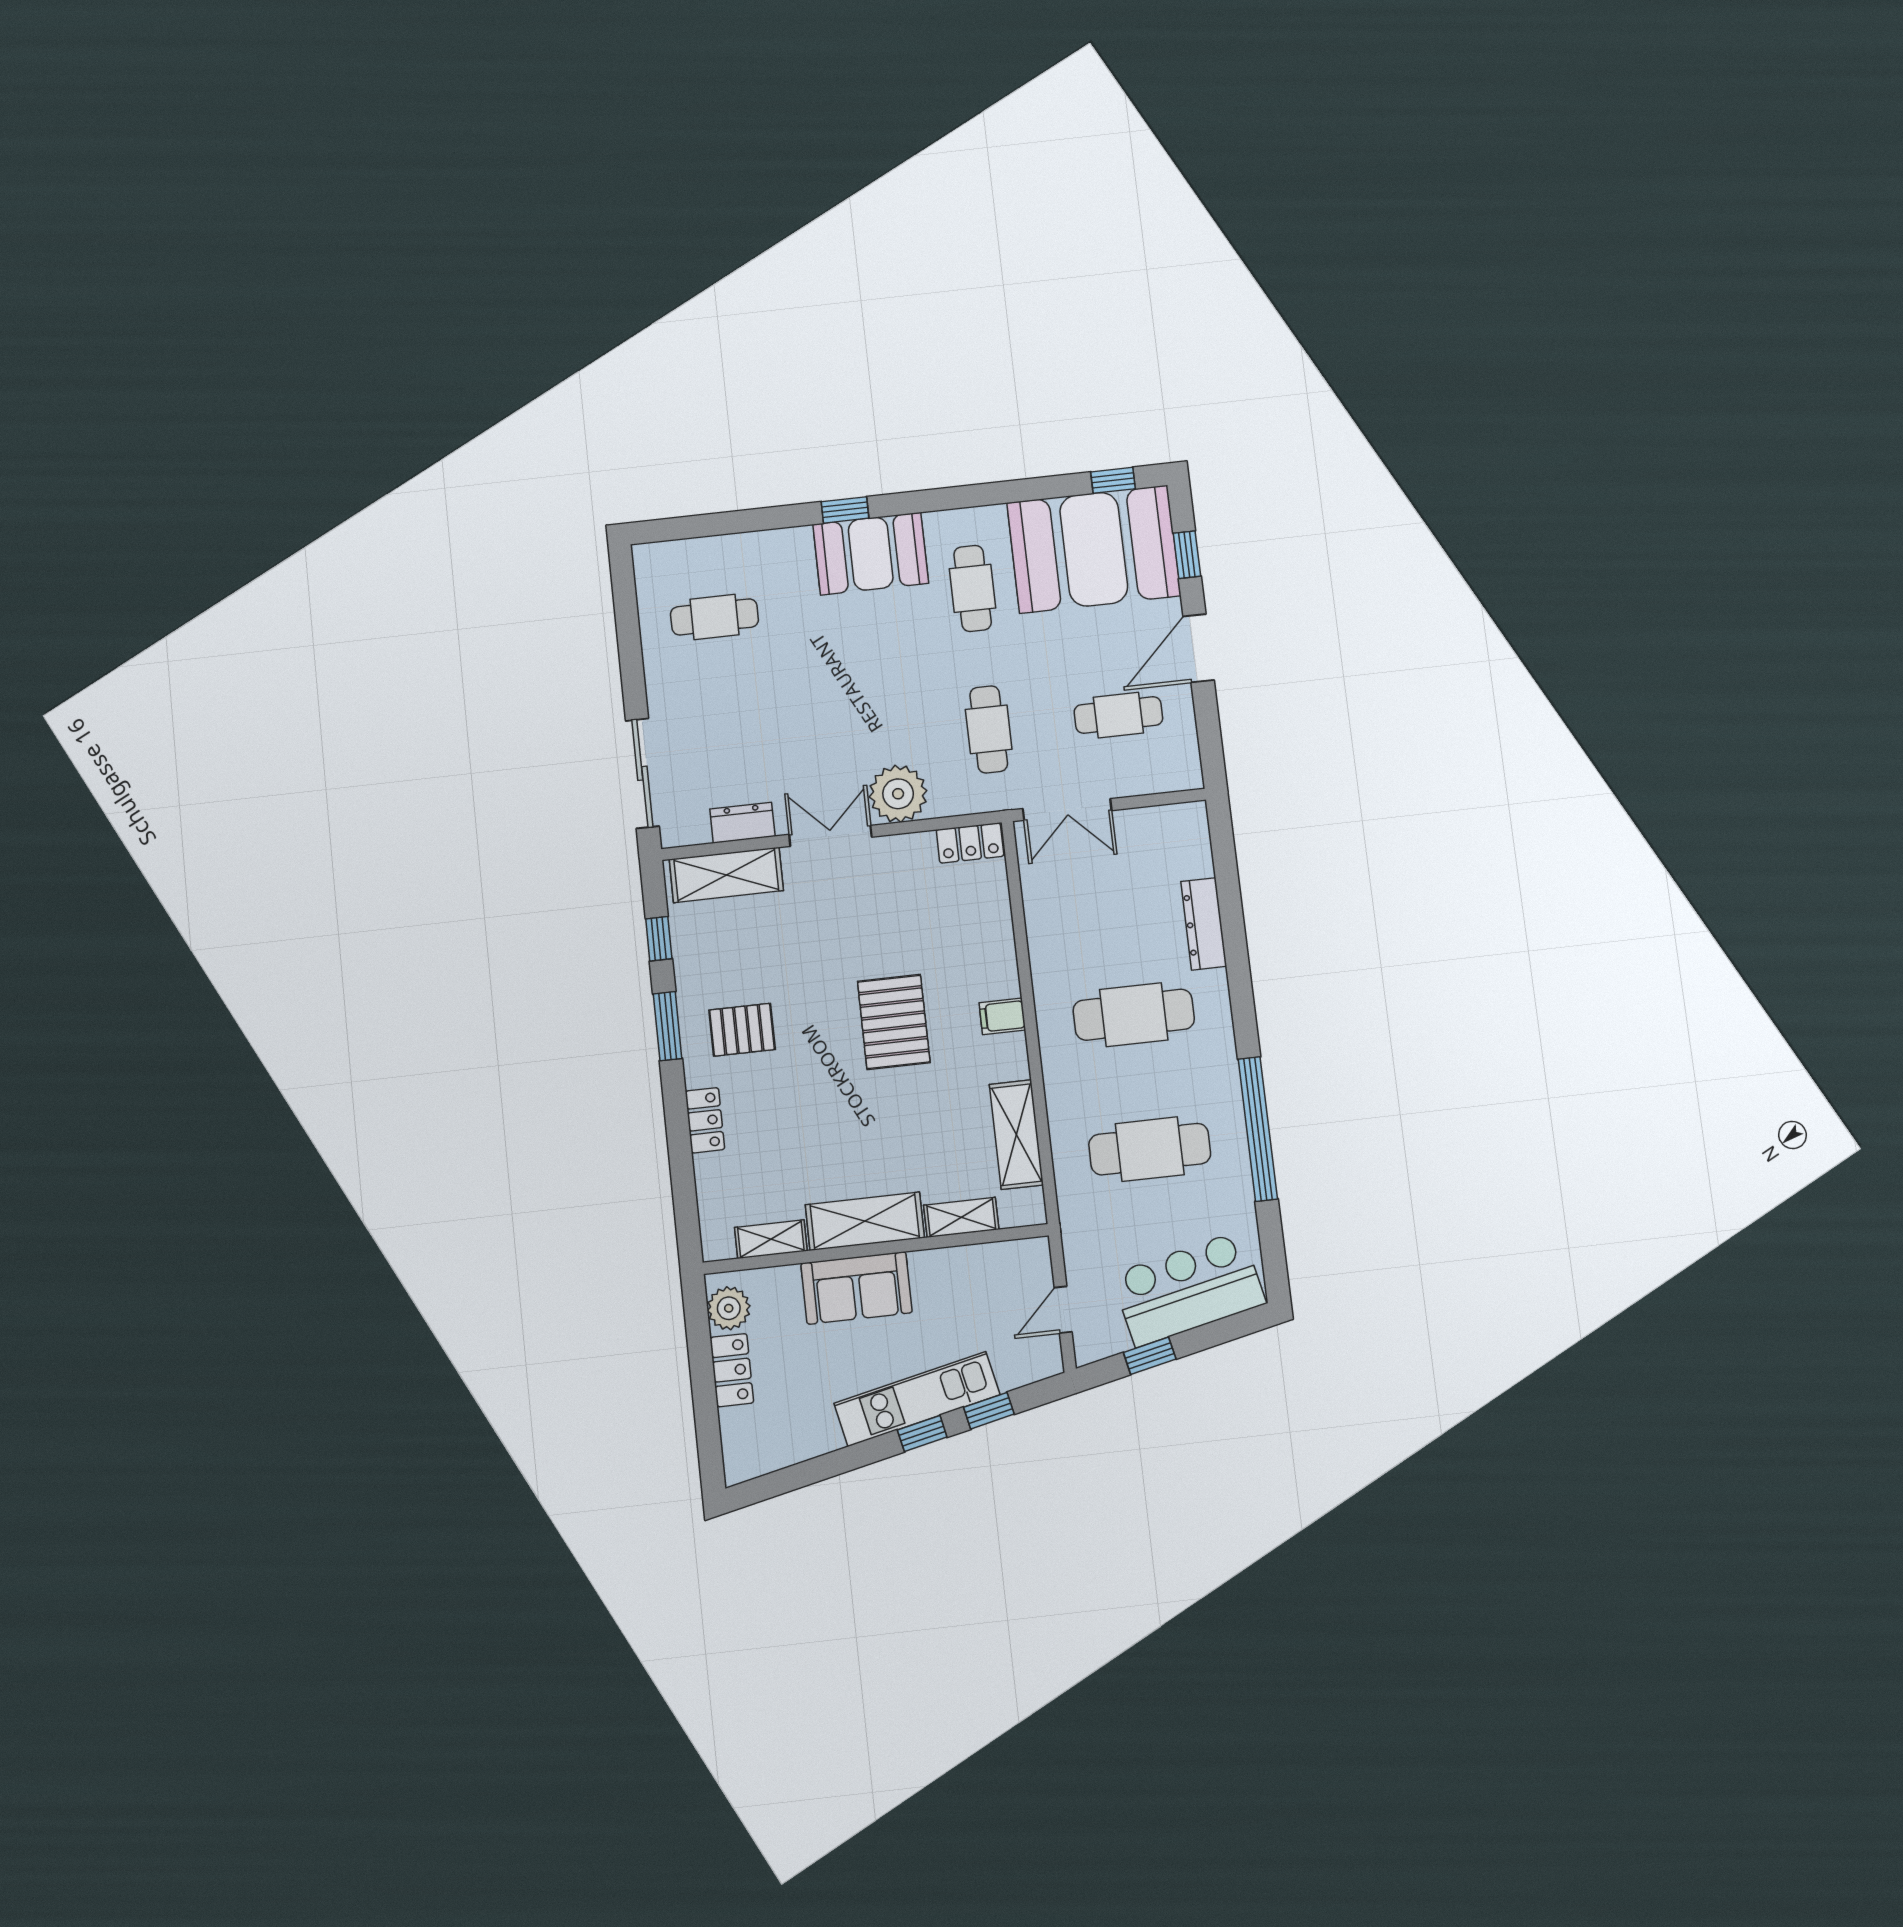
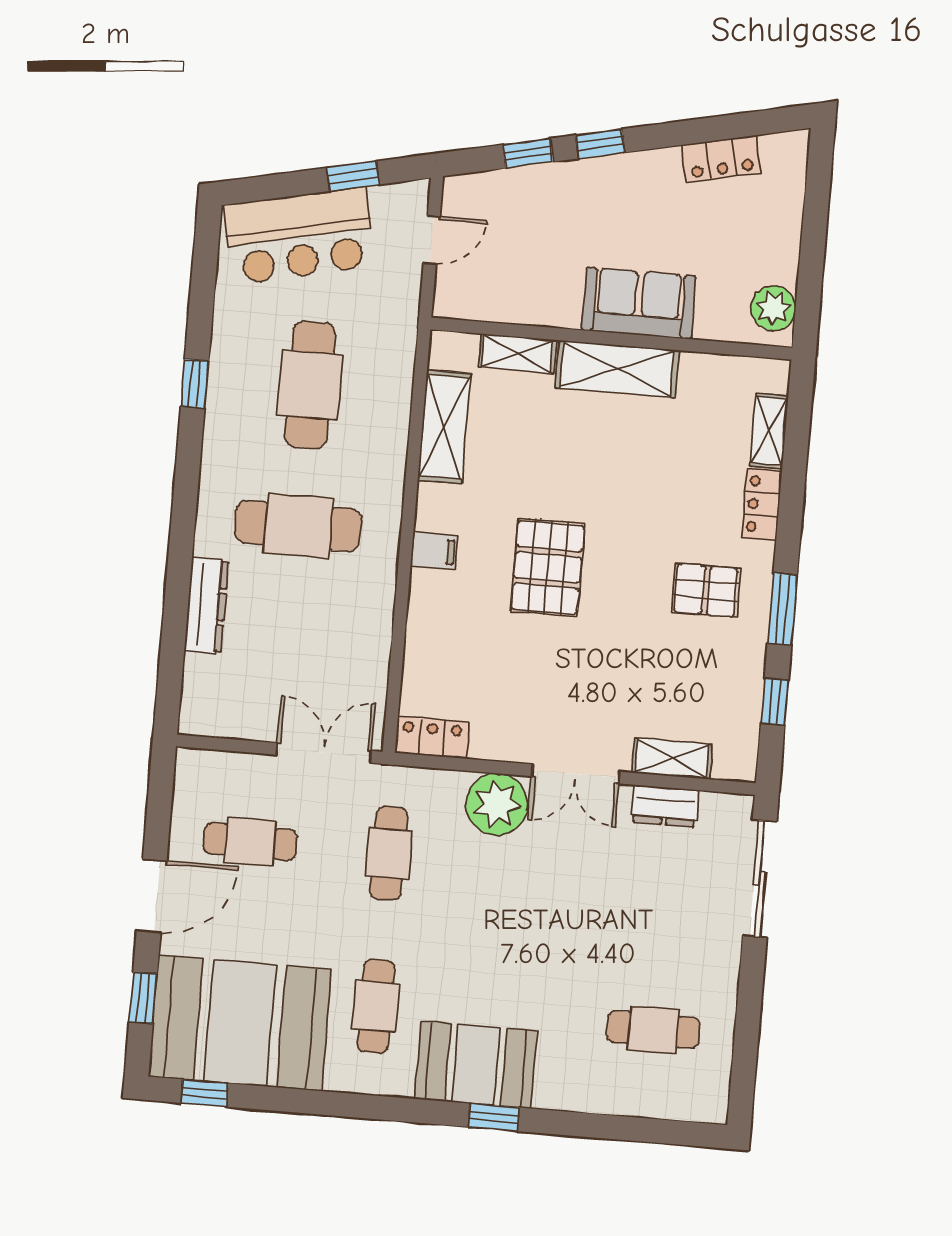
shelving: (726, 875) -> (672, 759), width x0.67, depth x0.75
window: (1258, 1129) -> (195, 384), width x0.32
cafe table: (1150, 1149) -> (310, 385), turned 90
shelving: (771, 1239) -> (769, 431), moved, turned 90
locker: (732, 1370) -> (721, 159), moved, turned -102
kitchen unit: (917, 1399) -> (599, 179), removed

